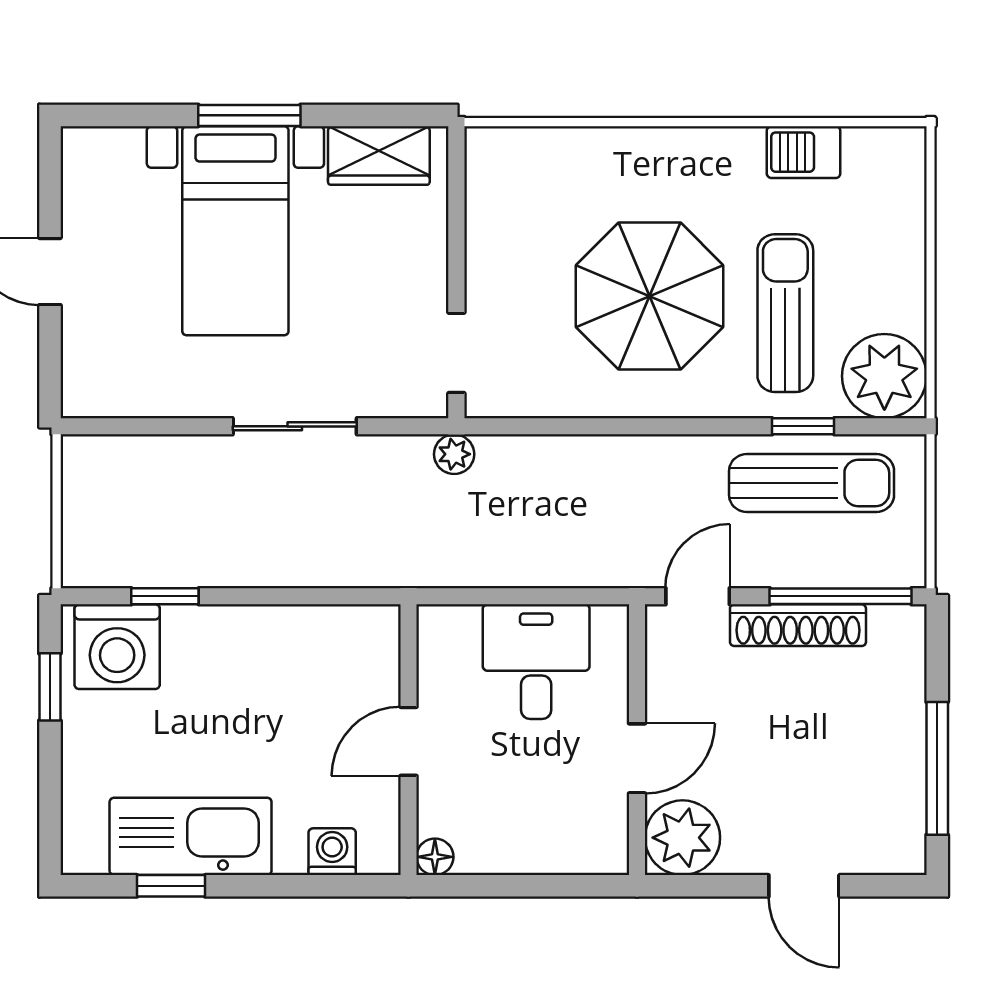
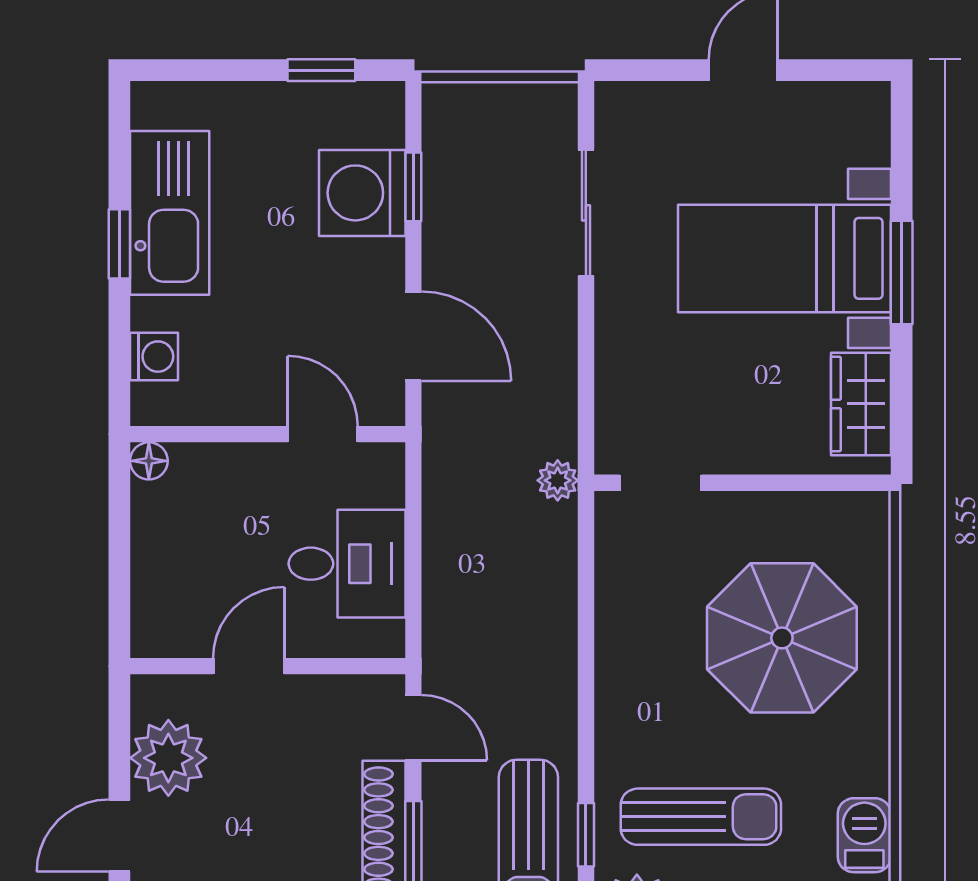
parasol: (650, 296) -> (782, 638), moved
sliding door: (295, 426) -> (586, 213), moved
door: (312, 596) -> (413, 336), added
washing machine: (117, 647) -> (362, 193), moved
door: (409, 741) -> (323, 434), moved
door: (637, 758) -> (249, 666), swing flipped
plant: (682, 838) -> (168, 758), moved
window: (171, 886) -> (119, 244), moved

